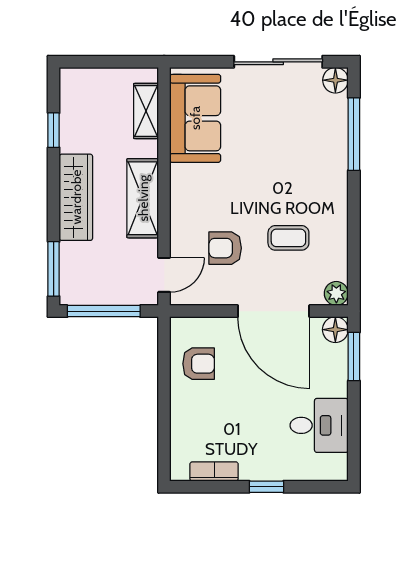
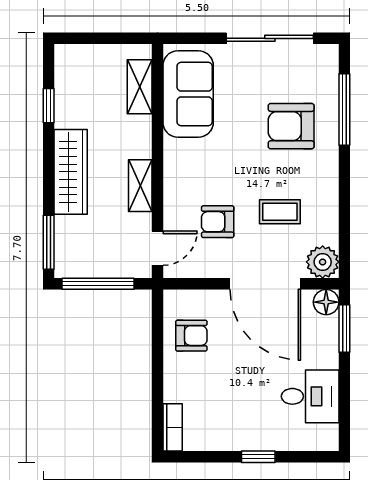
floor lamp: (335, 80) -> (326, 56), removed
armchair: (300, 151) -> (291, 126), added
shelving: (143, 198) -> (140, 186), width x0.67, depth x0.75
plant: (336, 293) -> (323, 262), width x1.38, depth x1.38
bookcase: (214, 471) -> (173, 427), moved, turned 90

